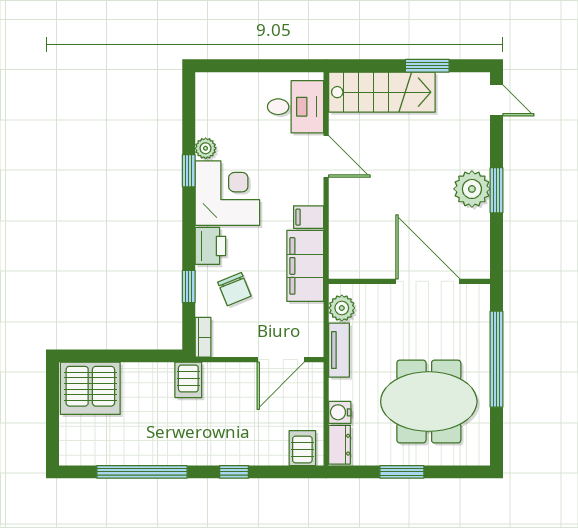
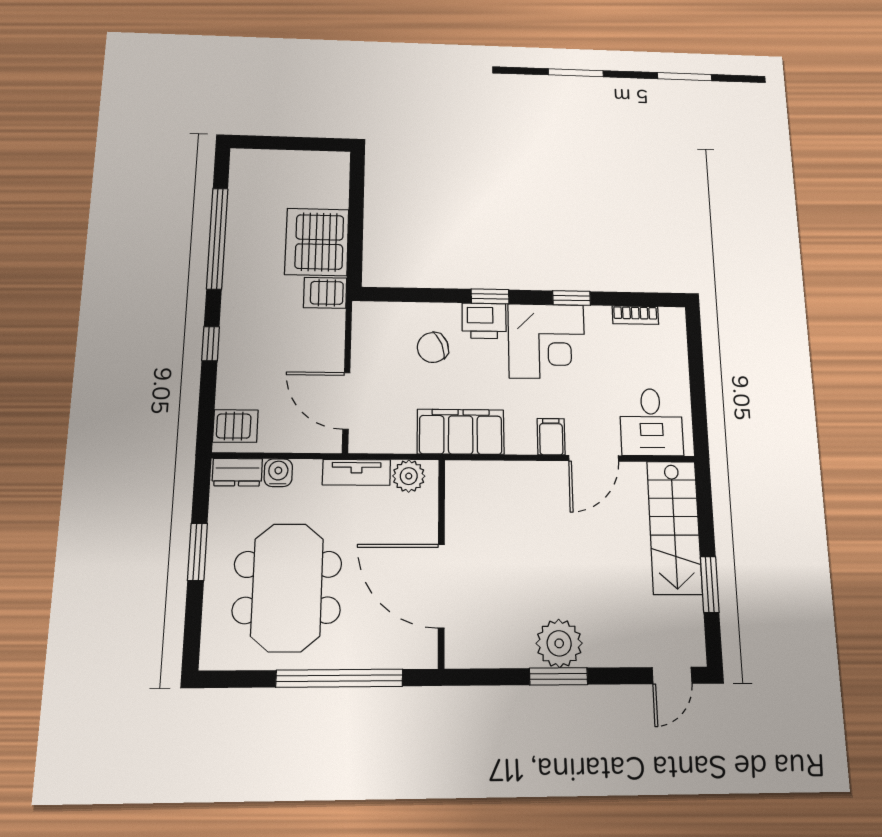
plant: (206, 148) -> (598, 317), removed
filing cabinet: (309, 217) -> (551, 437), moved
door: (428, 281) -> (441, 586), swing flipped
window: (189, 286) -> (490, 296), moved
bookcase: (203, 337) -> (635, 315), moved
server rack: (90, 388) -> (317, 242), moved

